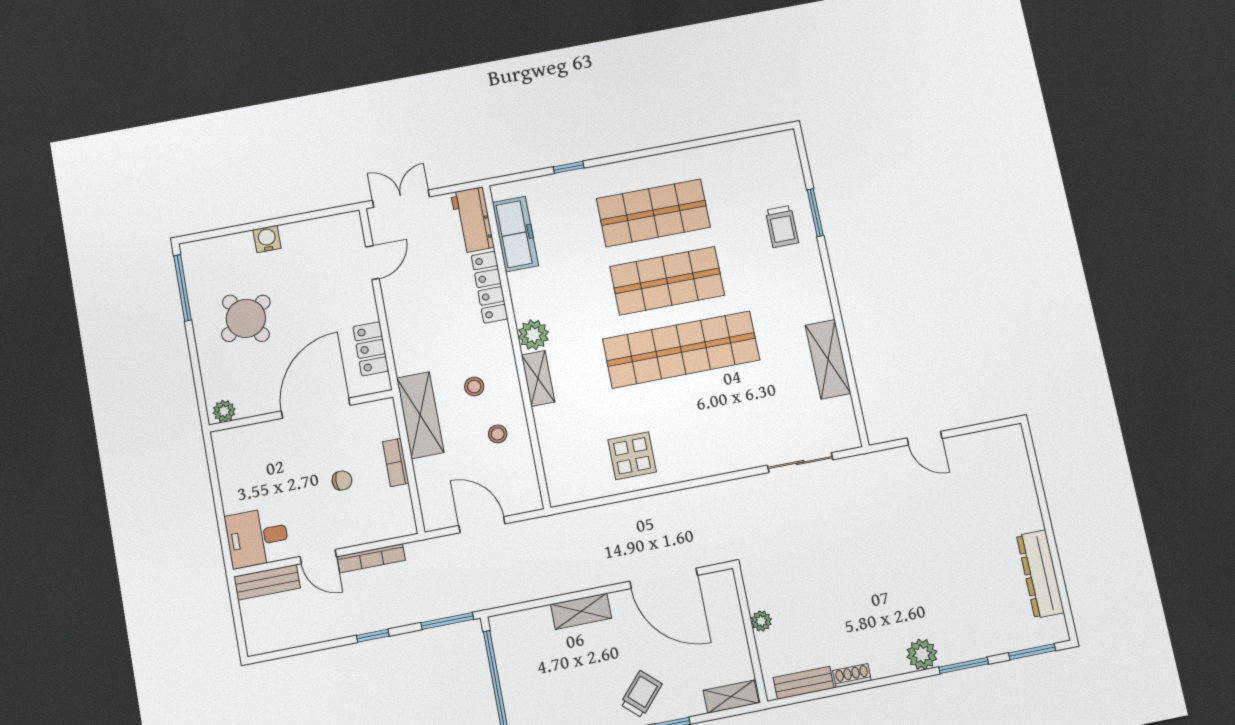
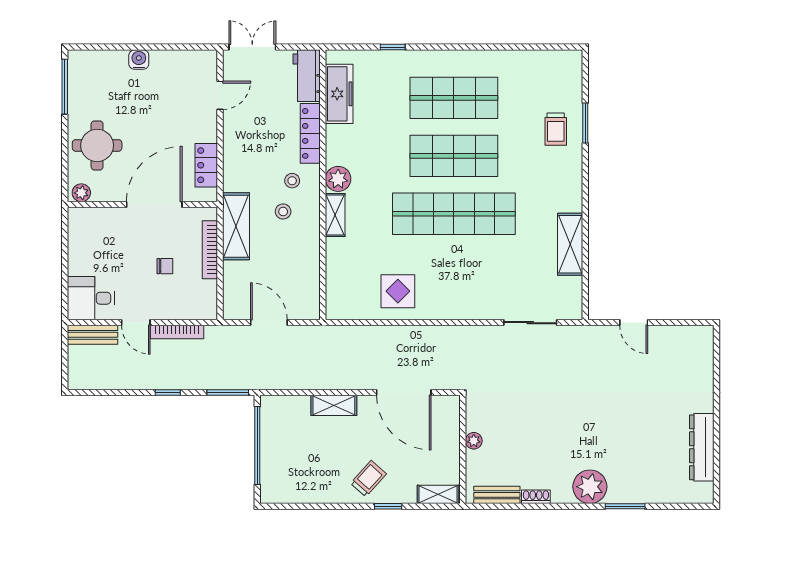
round table: (246, 318) -> (97, 145), moved, turned 34
stool: (498, 434) -> (292, 181), moved
bookcase: (396, 463) -> (210, 250), width x1.56
window: (1032, 652) -> (681, 506), removed
plant: (922, 654) -> (590, 487), width x1.36, depth x1.36

